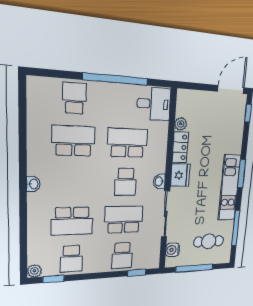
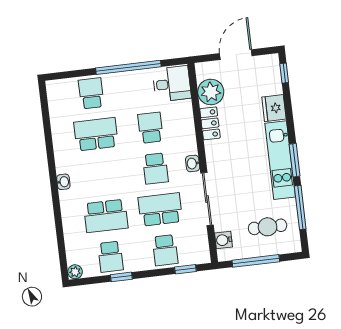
door: (231, 90) -> (236, 55), moved
plant: (181, 124) -> (211, 92), width x1.87, depth x1.87
school desk: (127, 143) -> (151, 128), width x0.54
window: (242, 174) -> (295, 160), moved
fridge: (180, 175) -> (274, 108), moved, turned 180
window: (54, 279) -> (121, 277), moved

